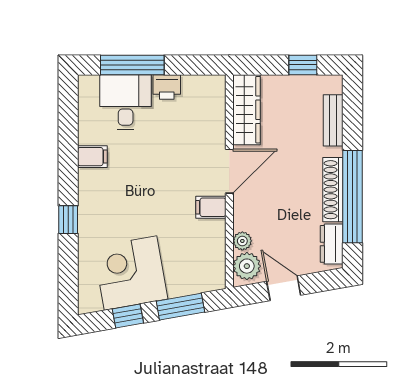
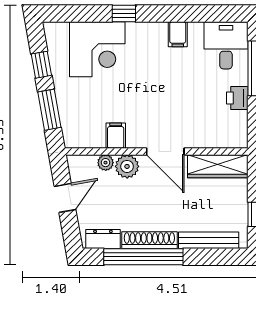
desk: (126, 102) -> (226, 45), moved, turned -90
bench: (333, 120) -> (209, 240), width x1.36
filing cabinet: (211, 207) -> (116, 136), moved
plant: (247, 266) -> (127, 166), moved
corner desk: (130, 273) -> (97, 49), moved, turned 100

